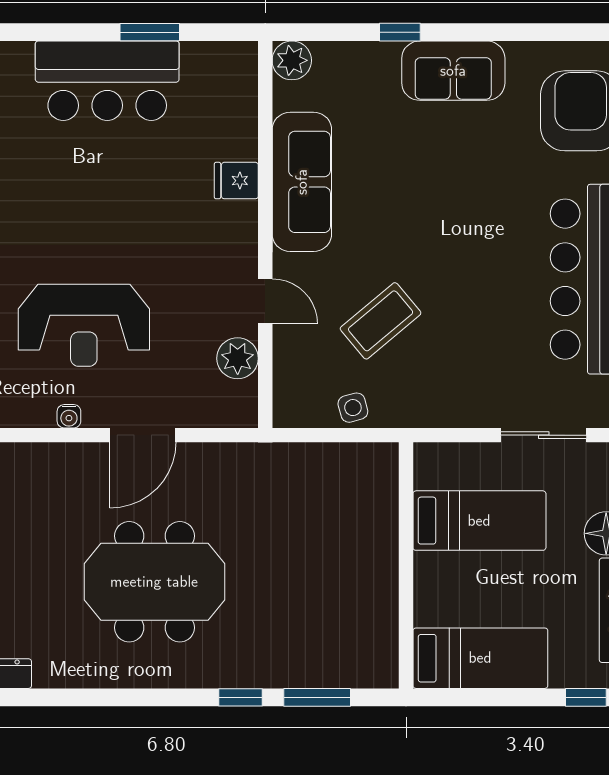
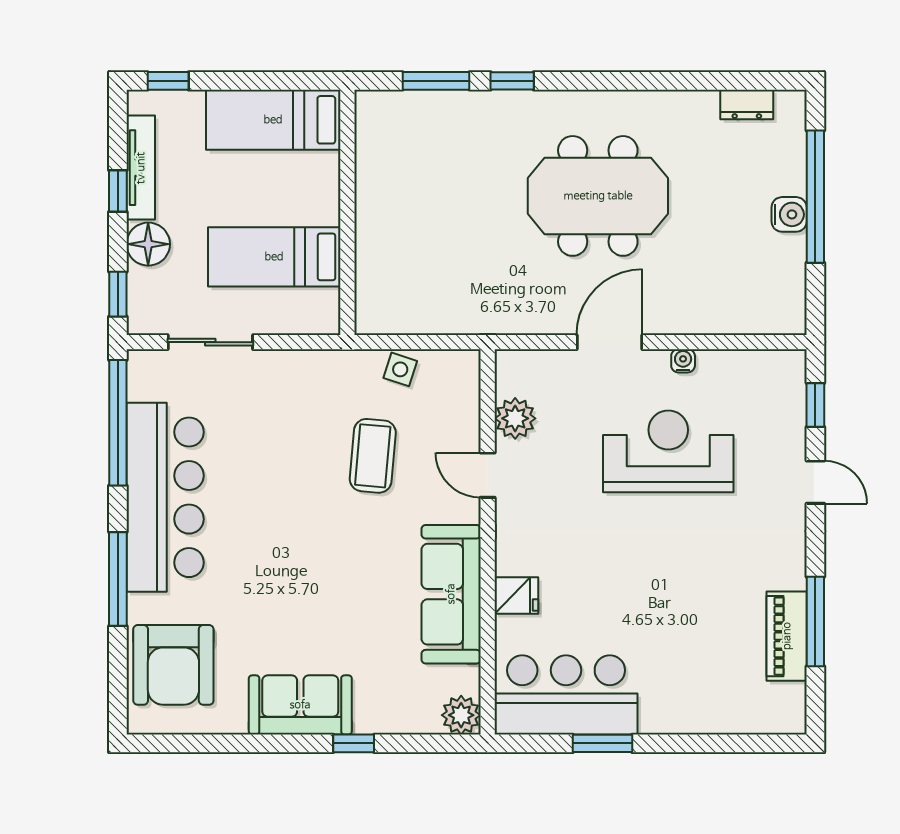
bar counter: (107, 81) -> (566, 695), moved
coffee table: (381, 321) -> (373, 456), turned -45
side table: (353, 408) -> (400, 369), turned 33

